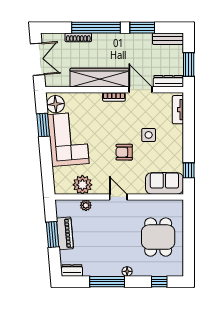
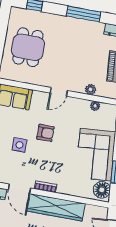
plant: (82, 185) -> (95, 106), width x0.53, depth x0.53
door: (118, 197) -> (59, 92), hinge flipped
floor lamp: (127, 271) -> (63, 20), removed

